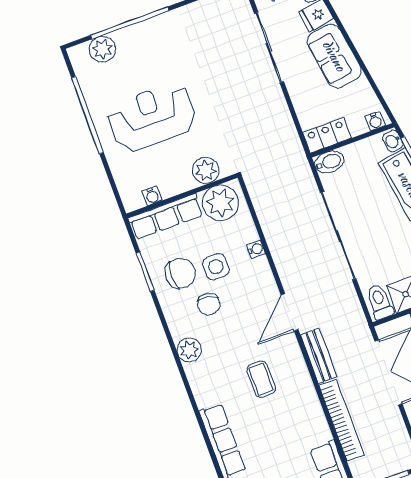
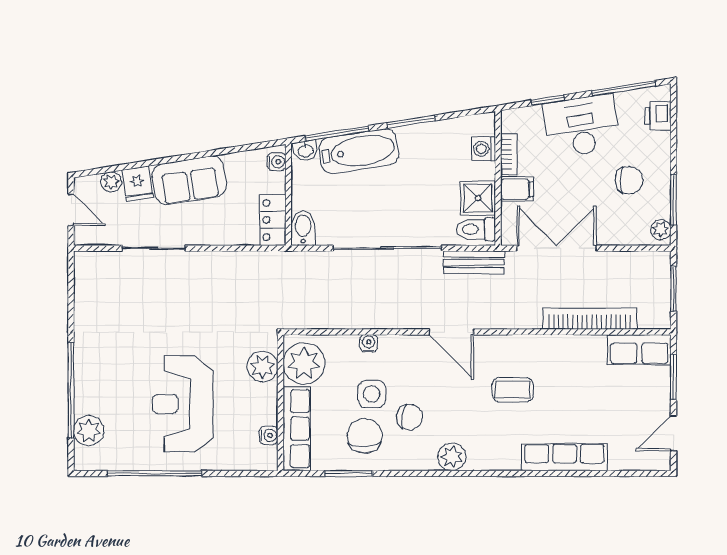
sliding door: (269, 47) -> (154, 248), width x0.73
bench: (319, 356) -> (474, 262), moved

